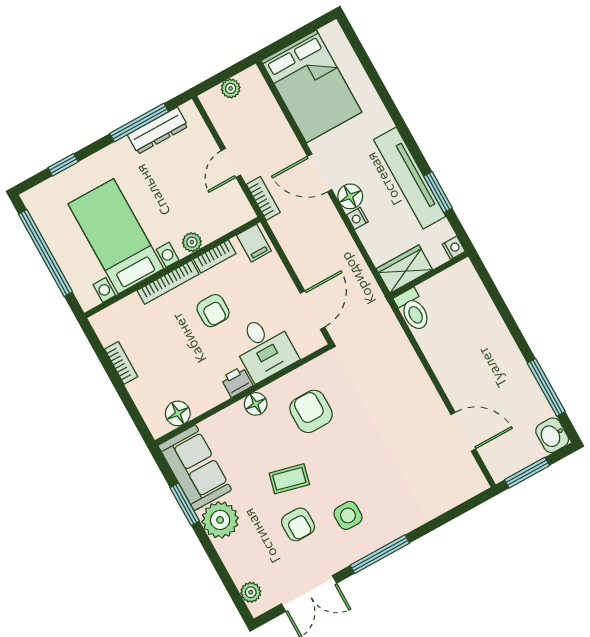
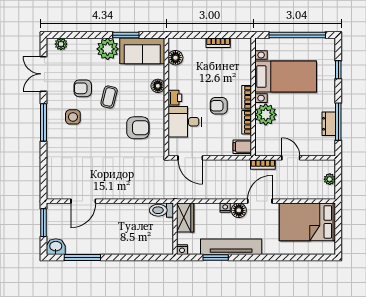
dresser: (158, 131) -> (329, 124), width x0.70
plant: (192, 242) -> (266, 115), width x1.87, depth x1.87
bookcase: (168, 282) -> (247, 97), width x0.64
floor lamp: (256, 404) -> (158, 86), moved

